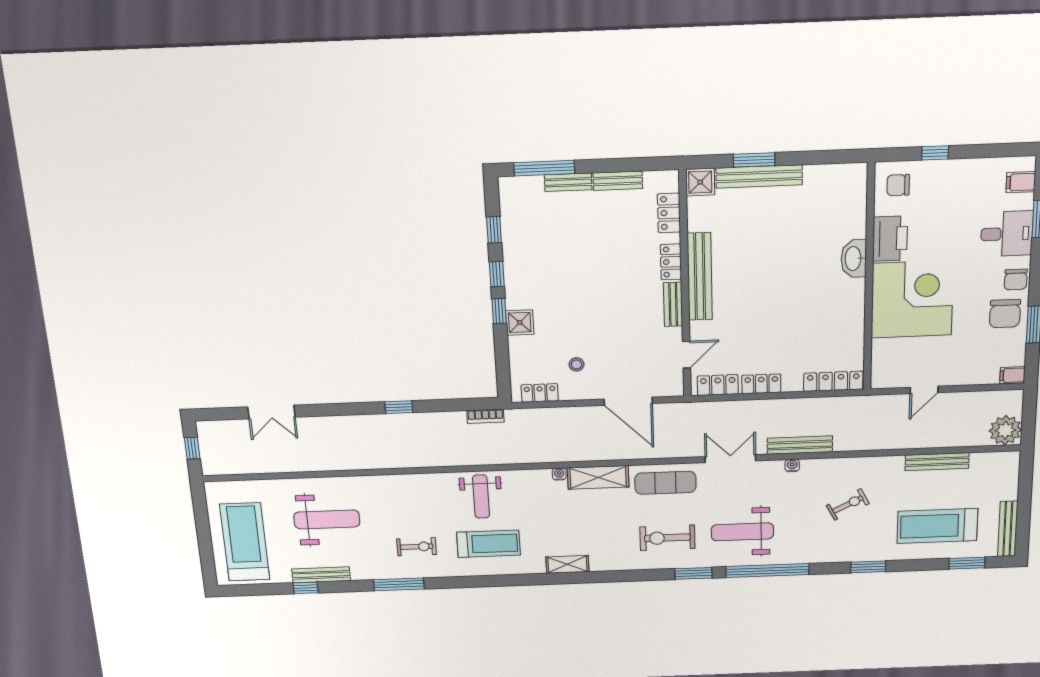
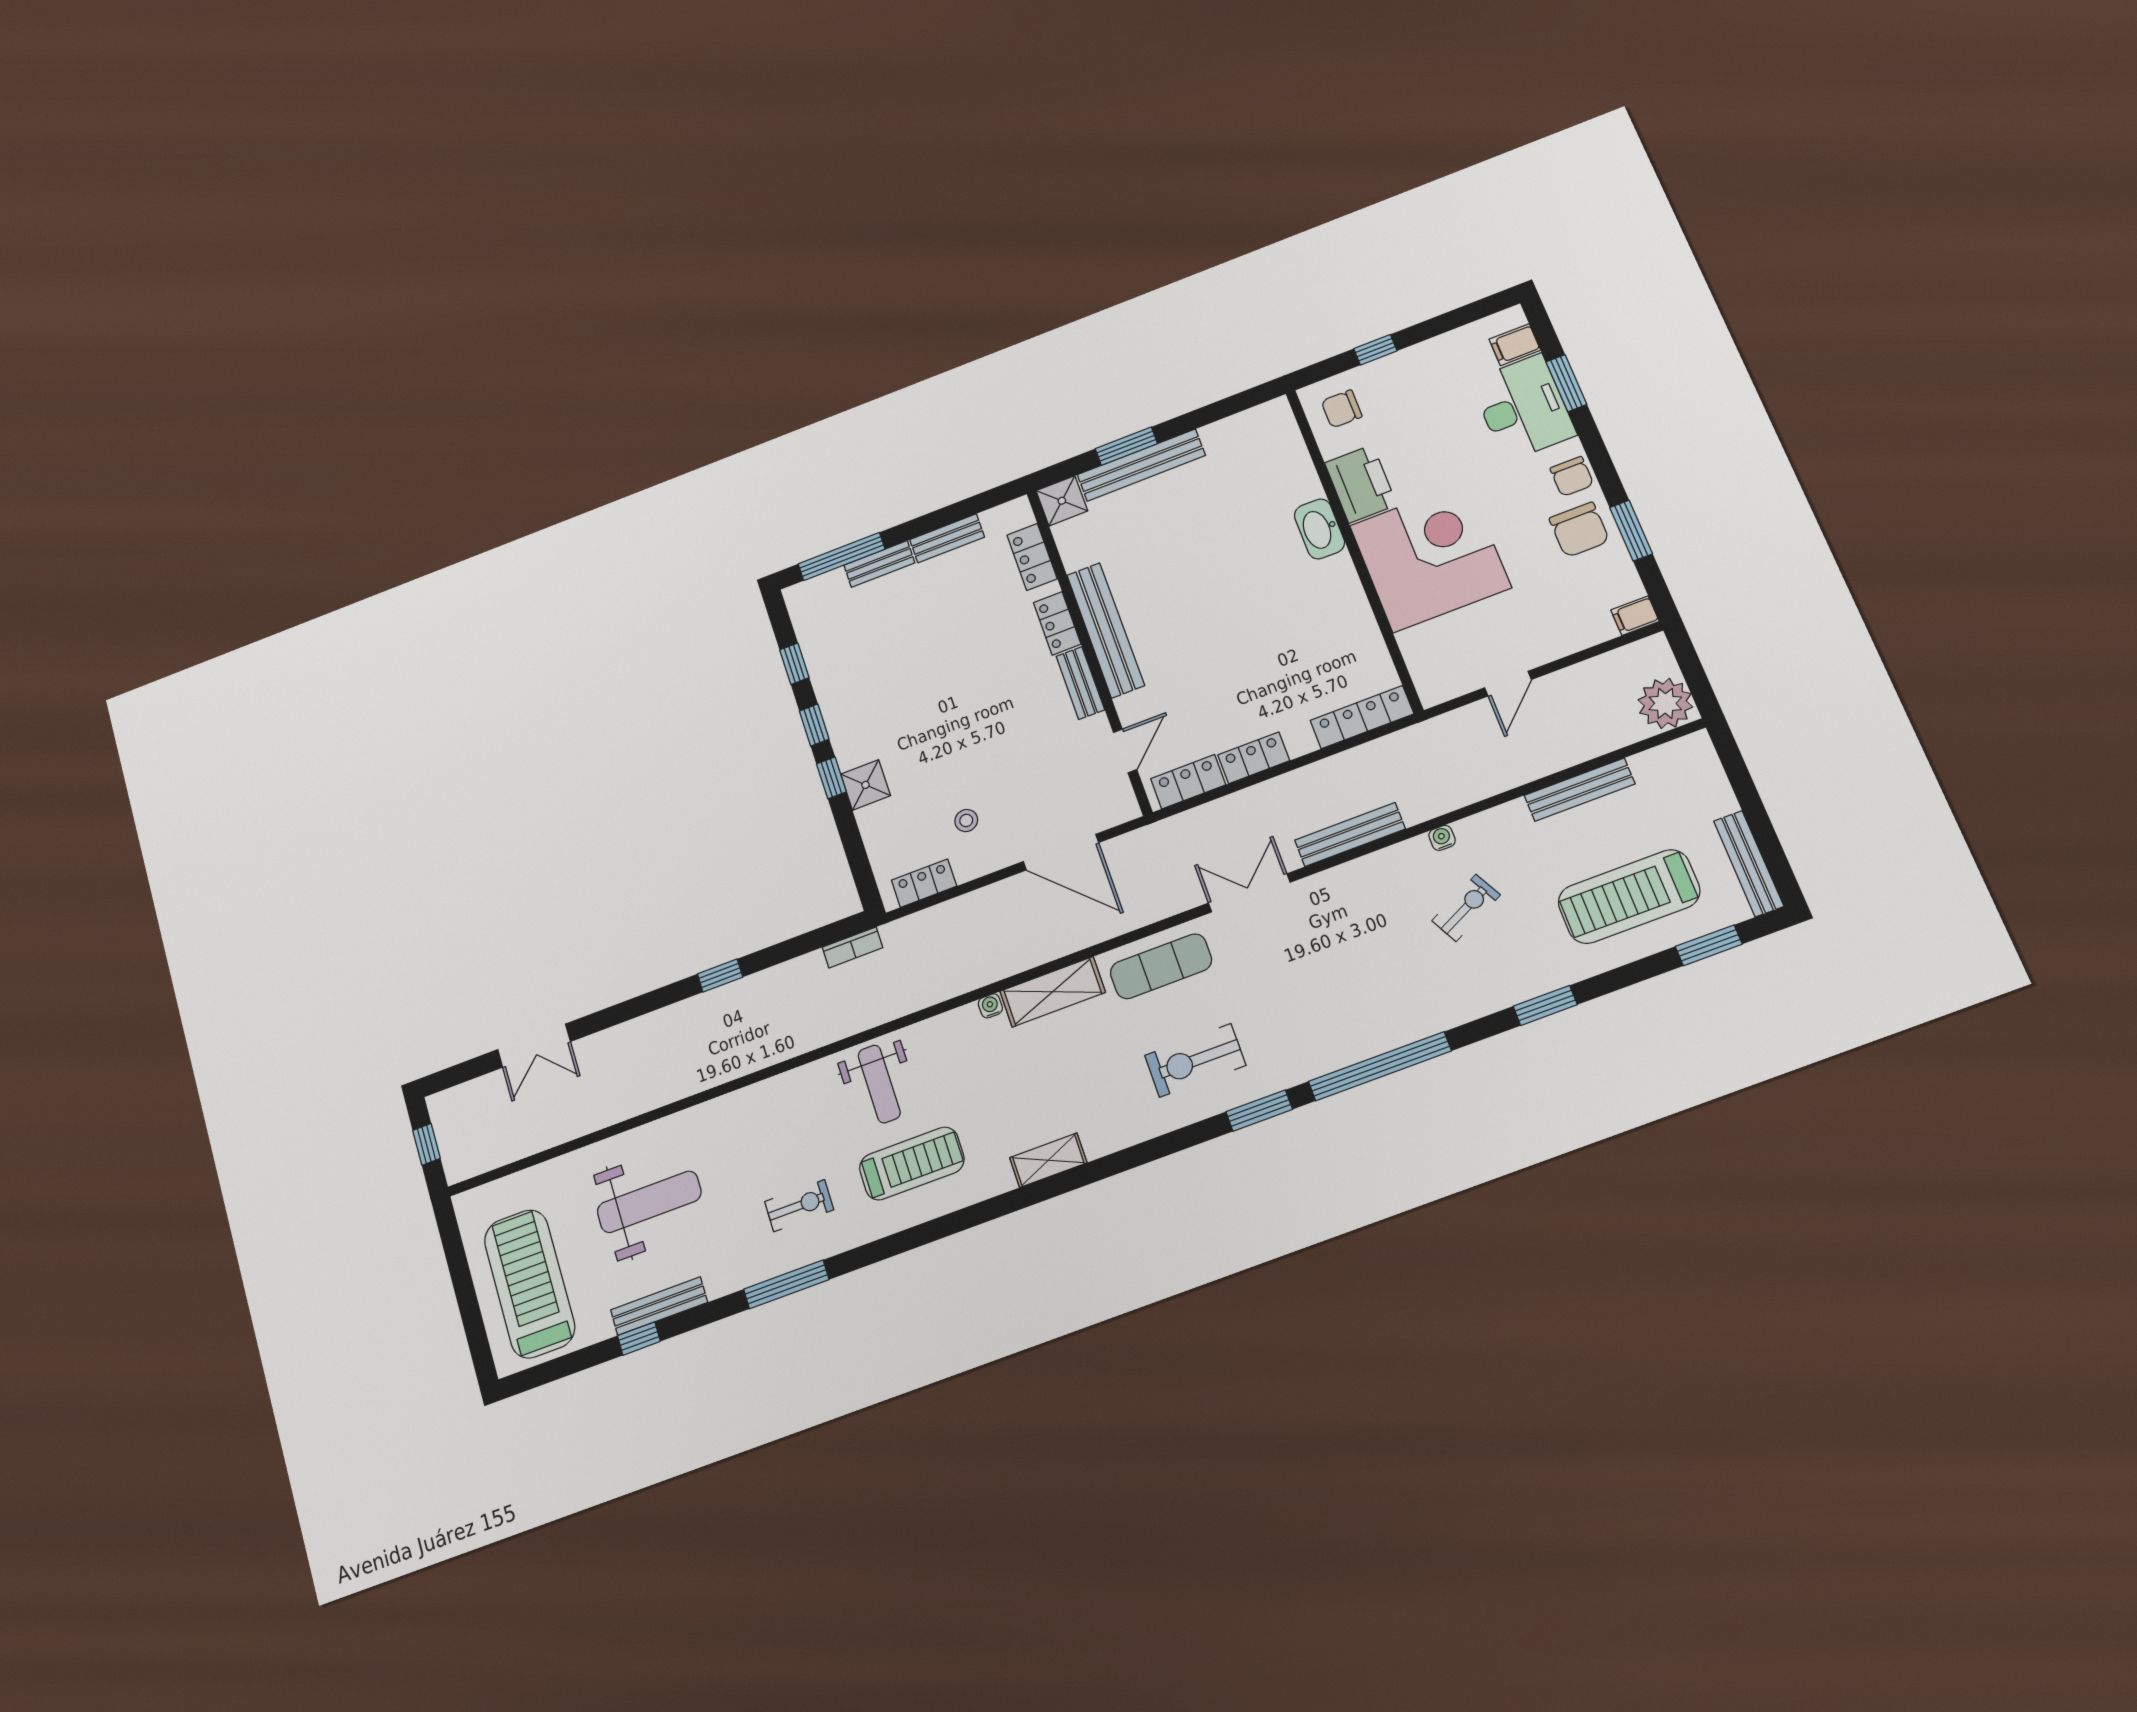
desk: (1007, 234) -> (1523, 408), width x1.37
water cooler: (792, 466) -> (1442, 838), moved
weight bench: (742, 532) -> (1313, 1011), removed

